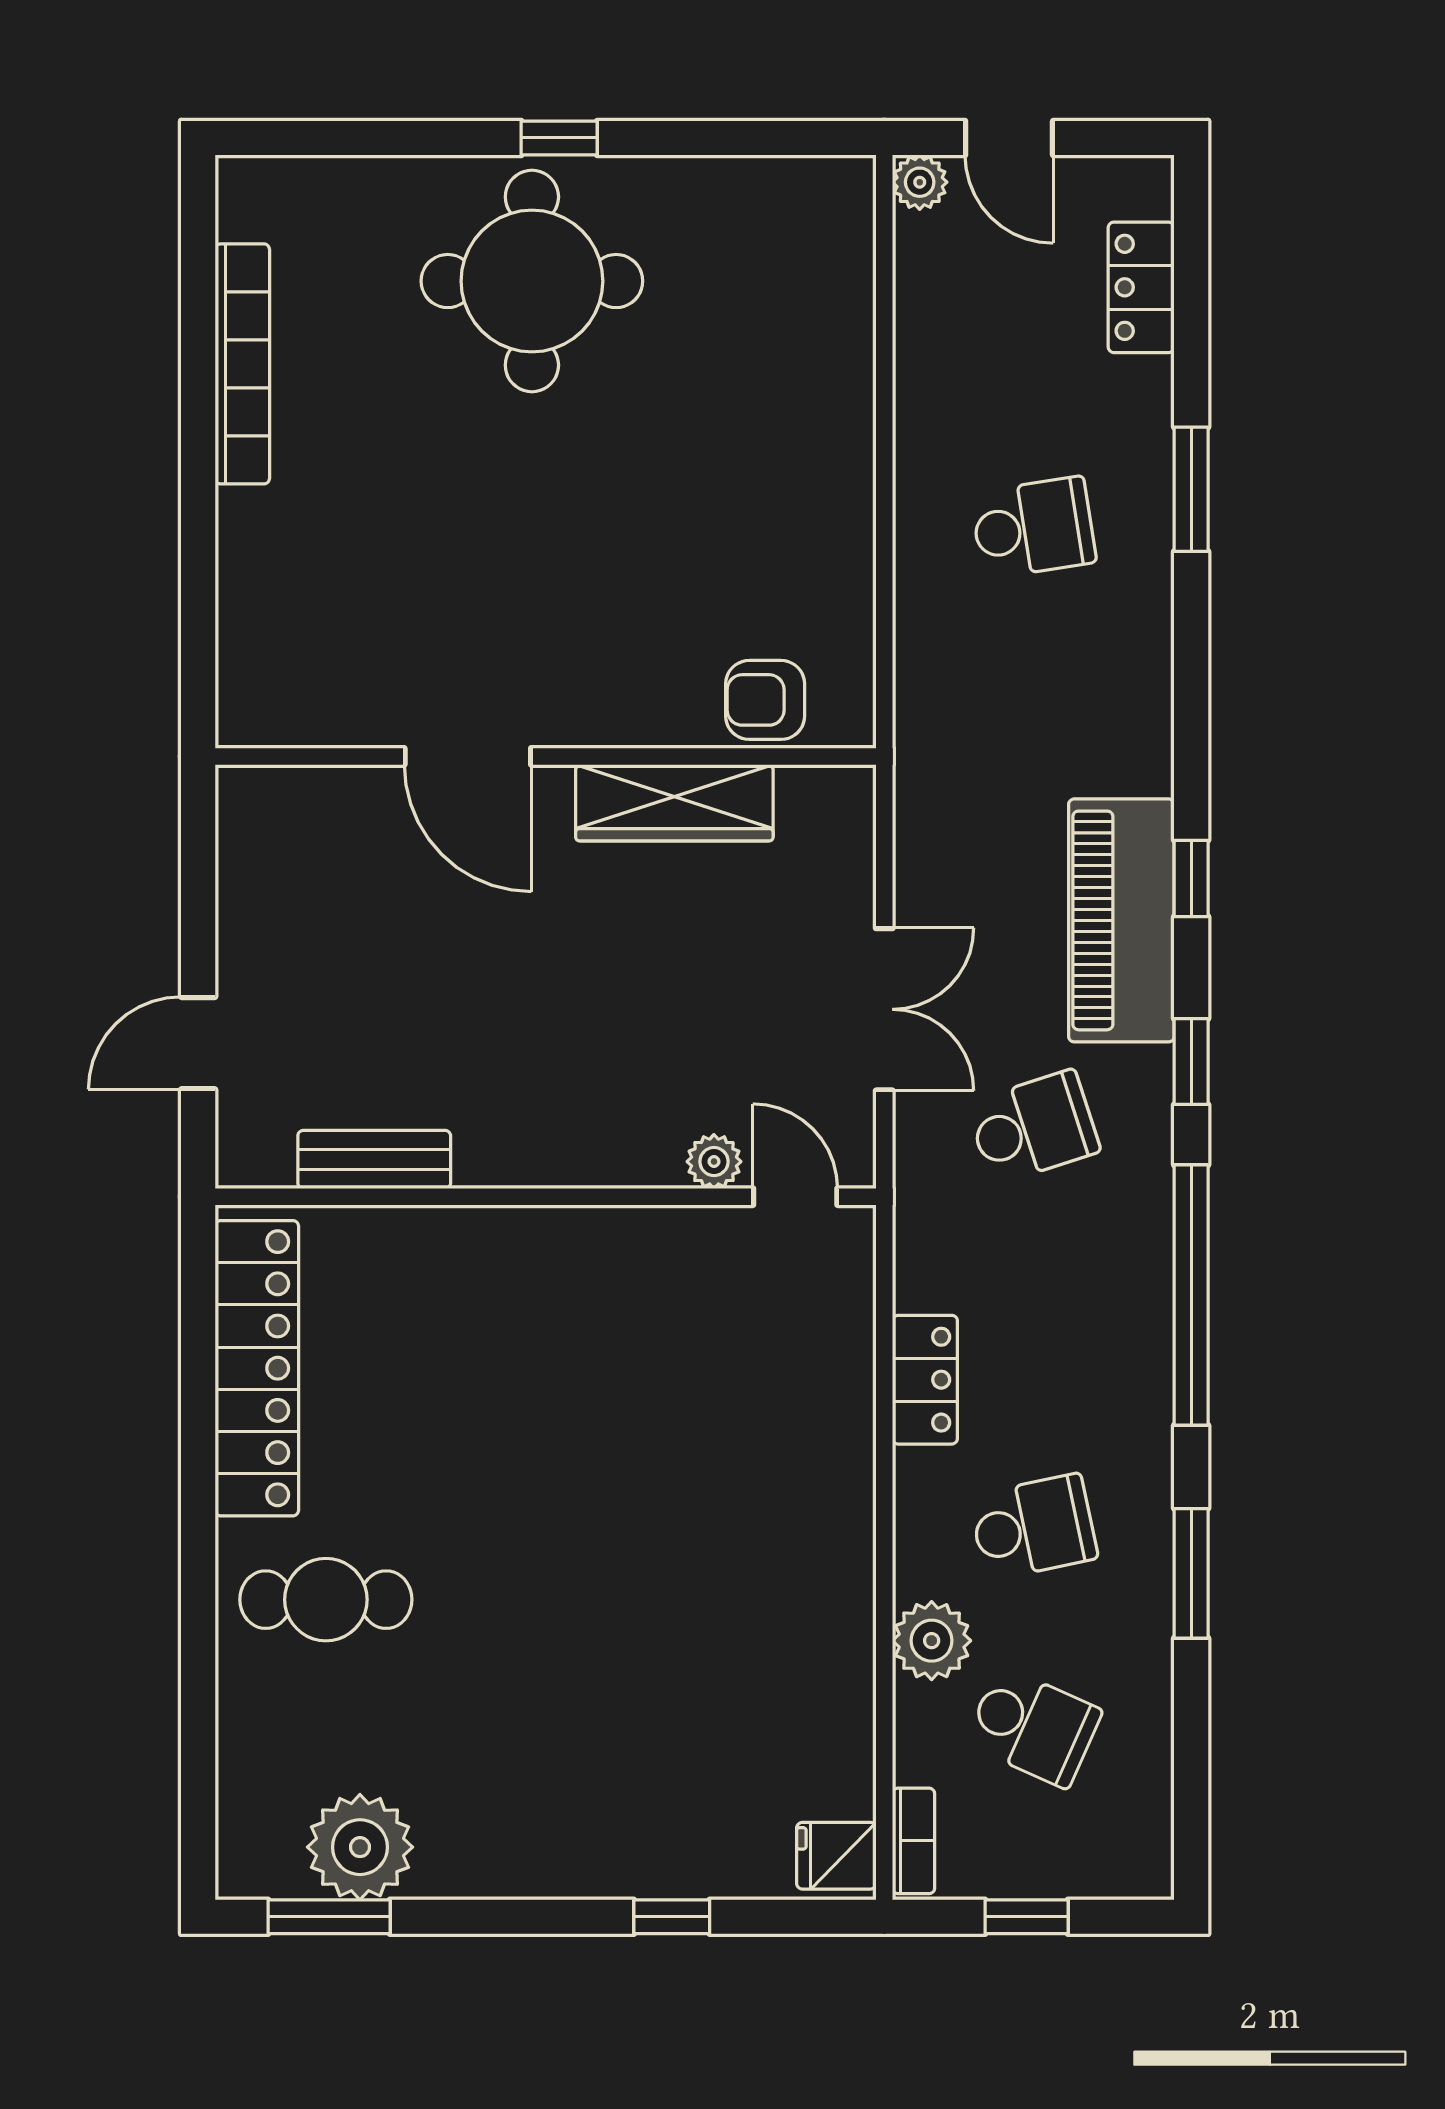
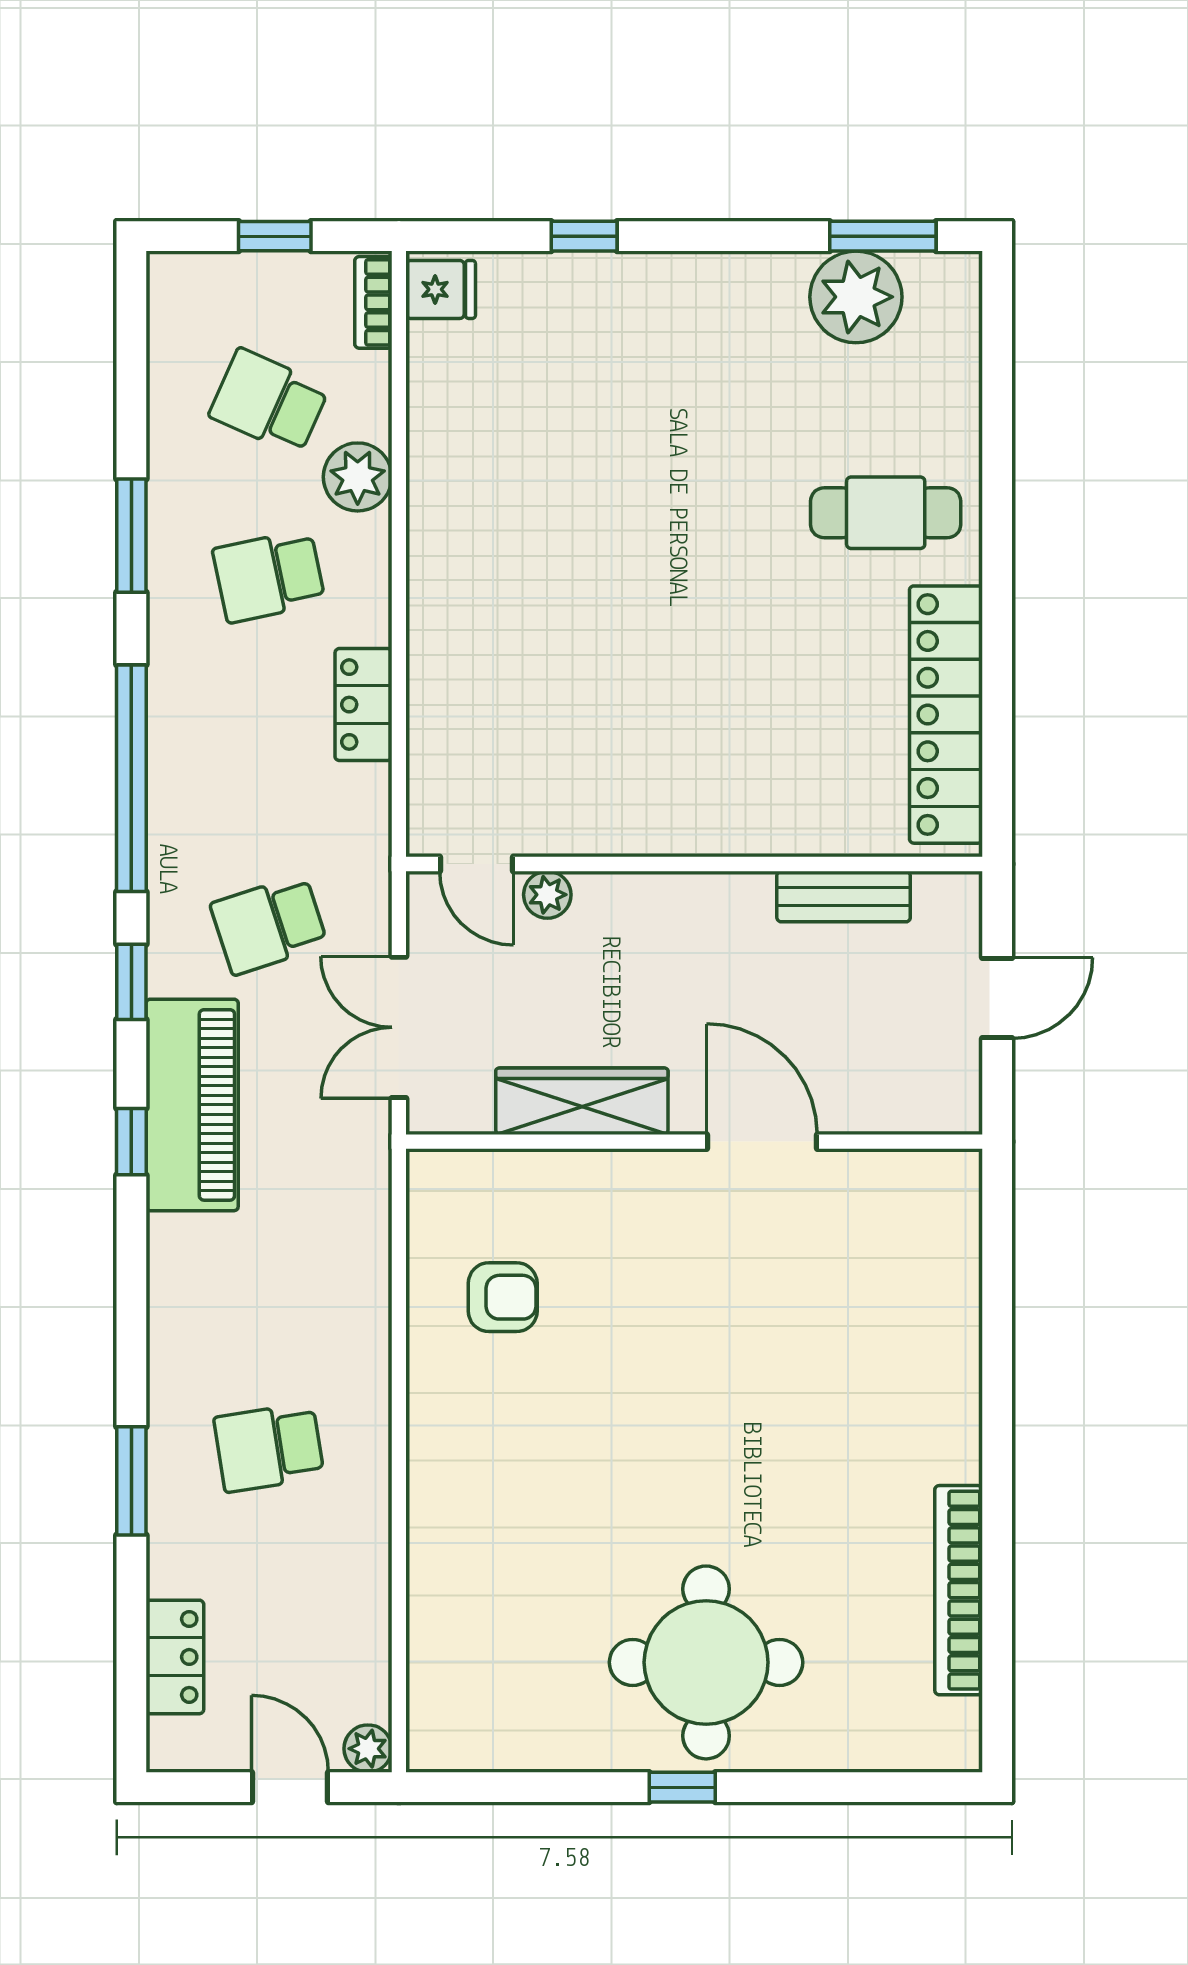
door: (468, 756) -> (762, 1142), moved
wall: (546, 756) -> (694, 1142), moved
wardrobe: (674, 803) -> (582, 1101), moved

